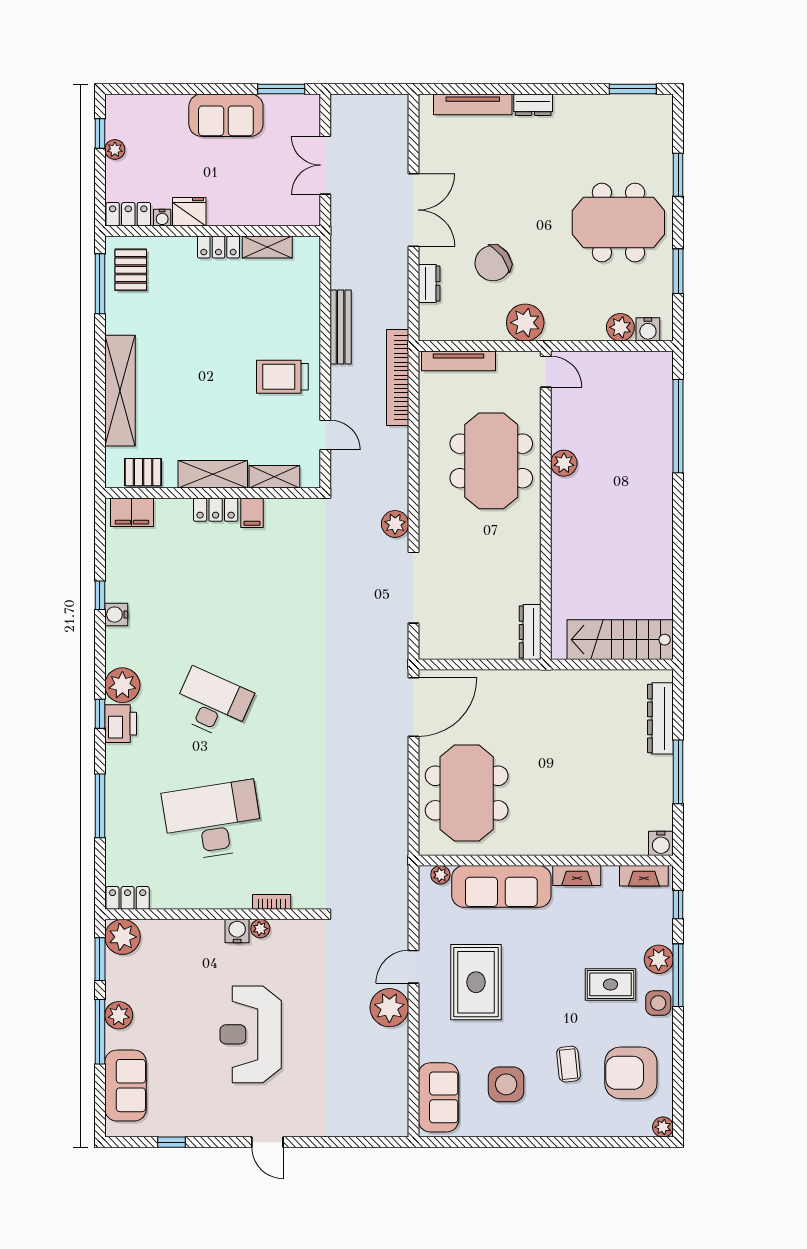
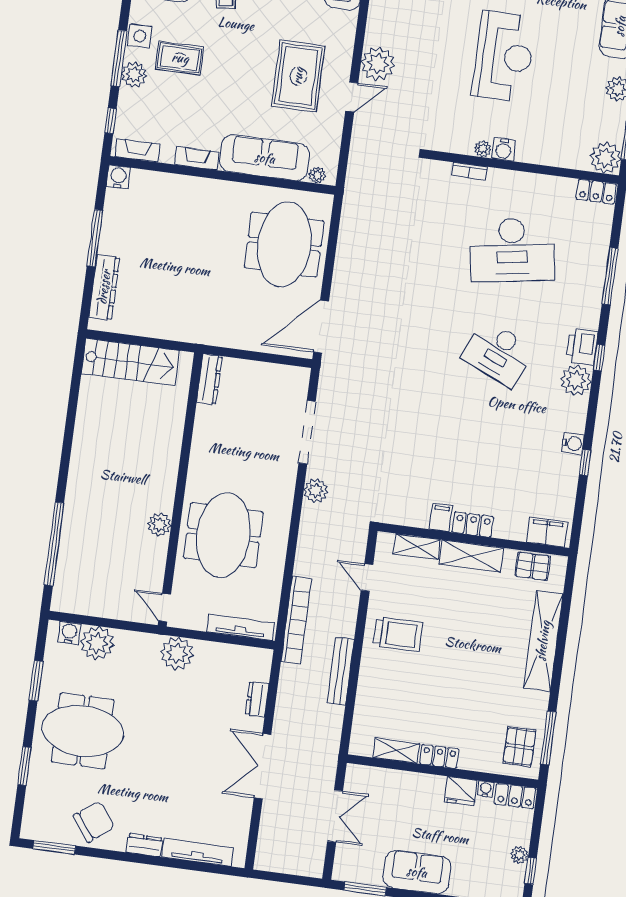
chair: (493, 263) -> (94, 822), moved
plant: (620, 327) -> (97, 643), width x1.36, depth x1.36

